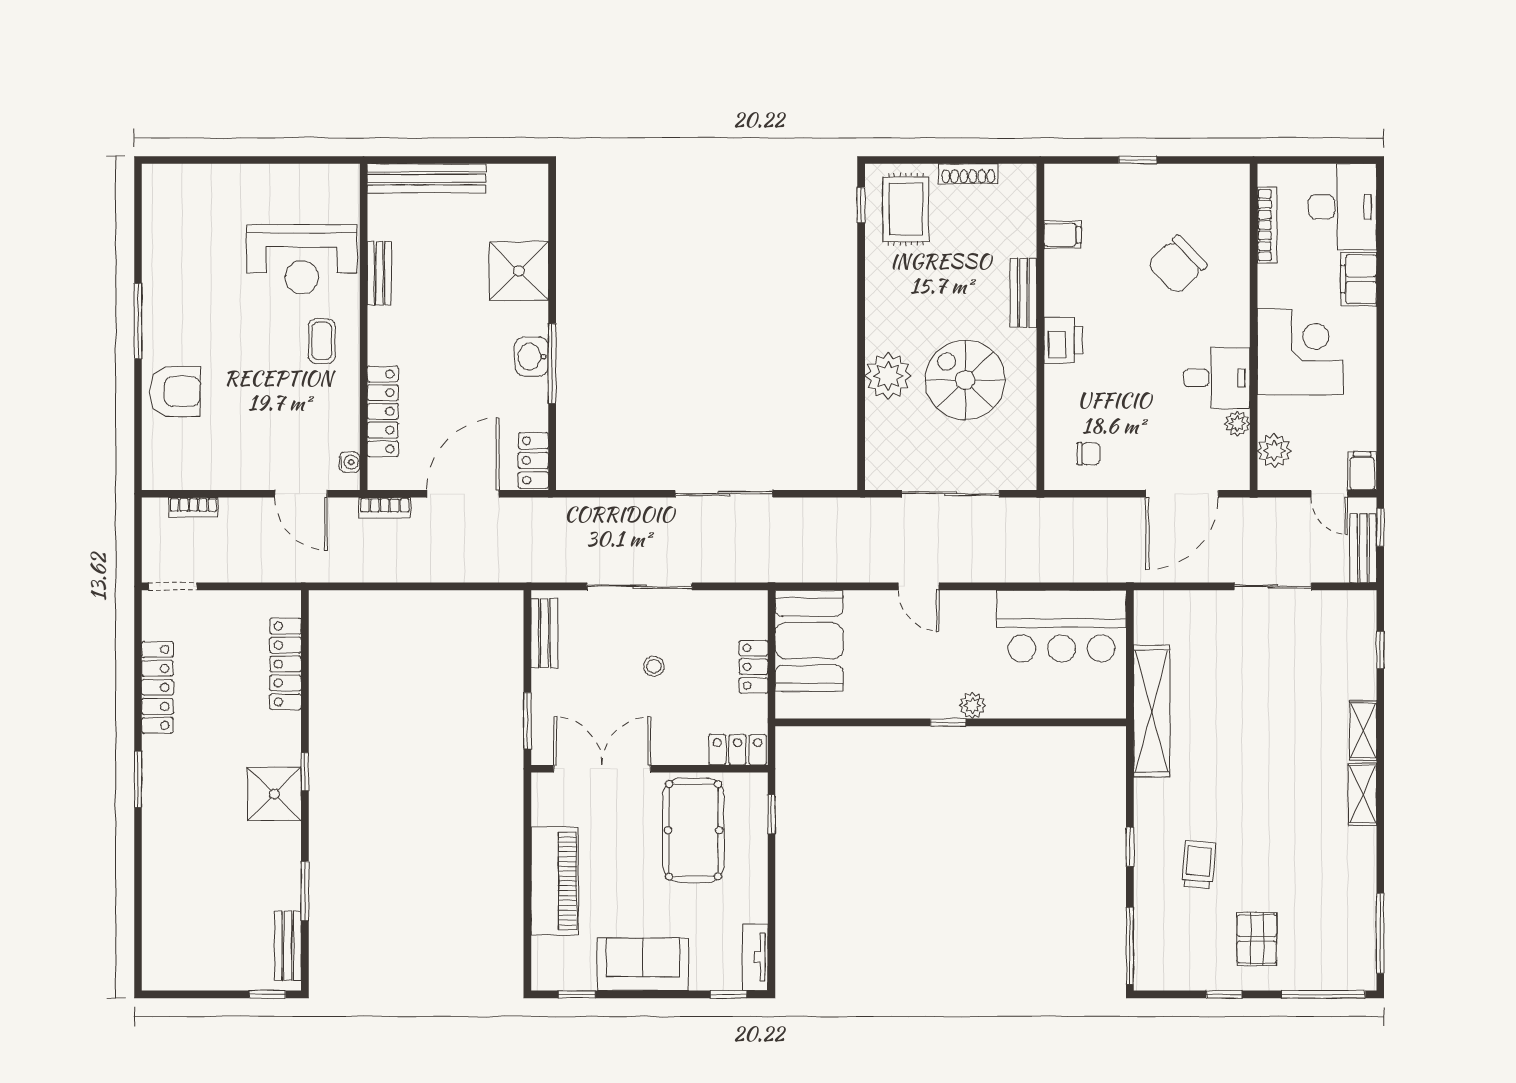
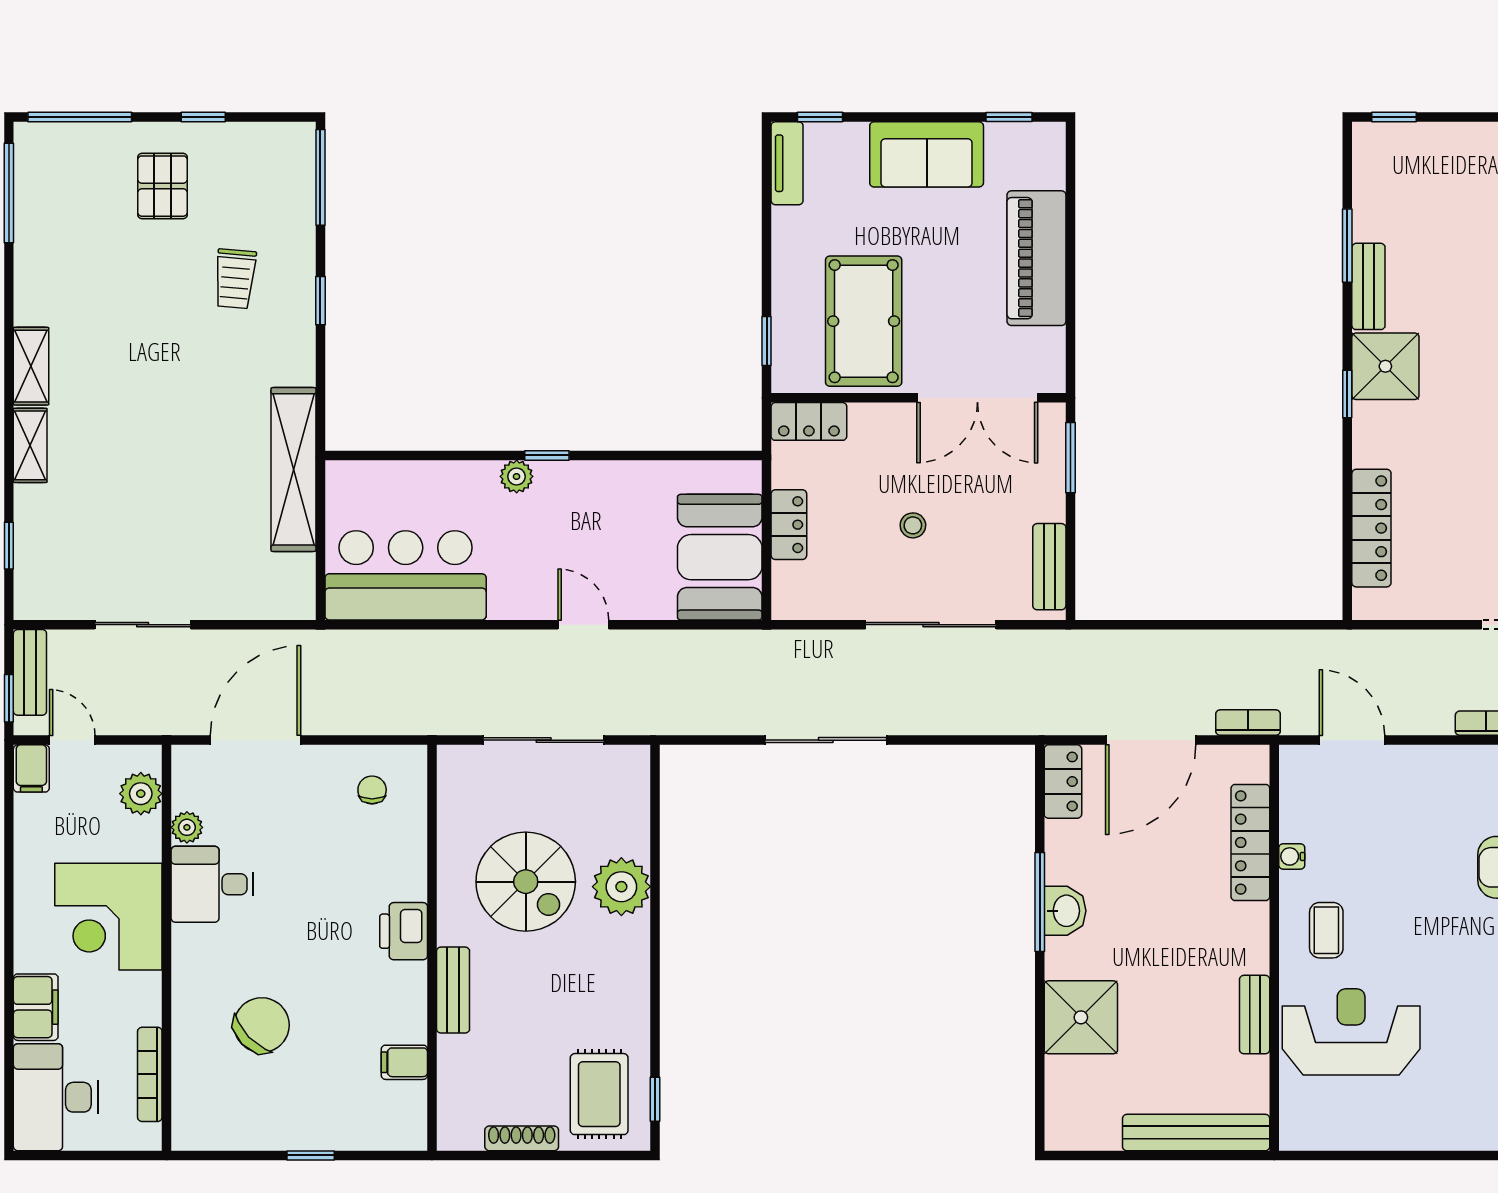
chair: (1088, 454) -> (372, 790), turned 90
water cooler: (350, 462) -> (1292, 856), moved
bench: (288, 946) -> (1368, 286), moved

